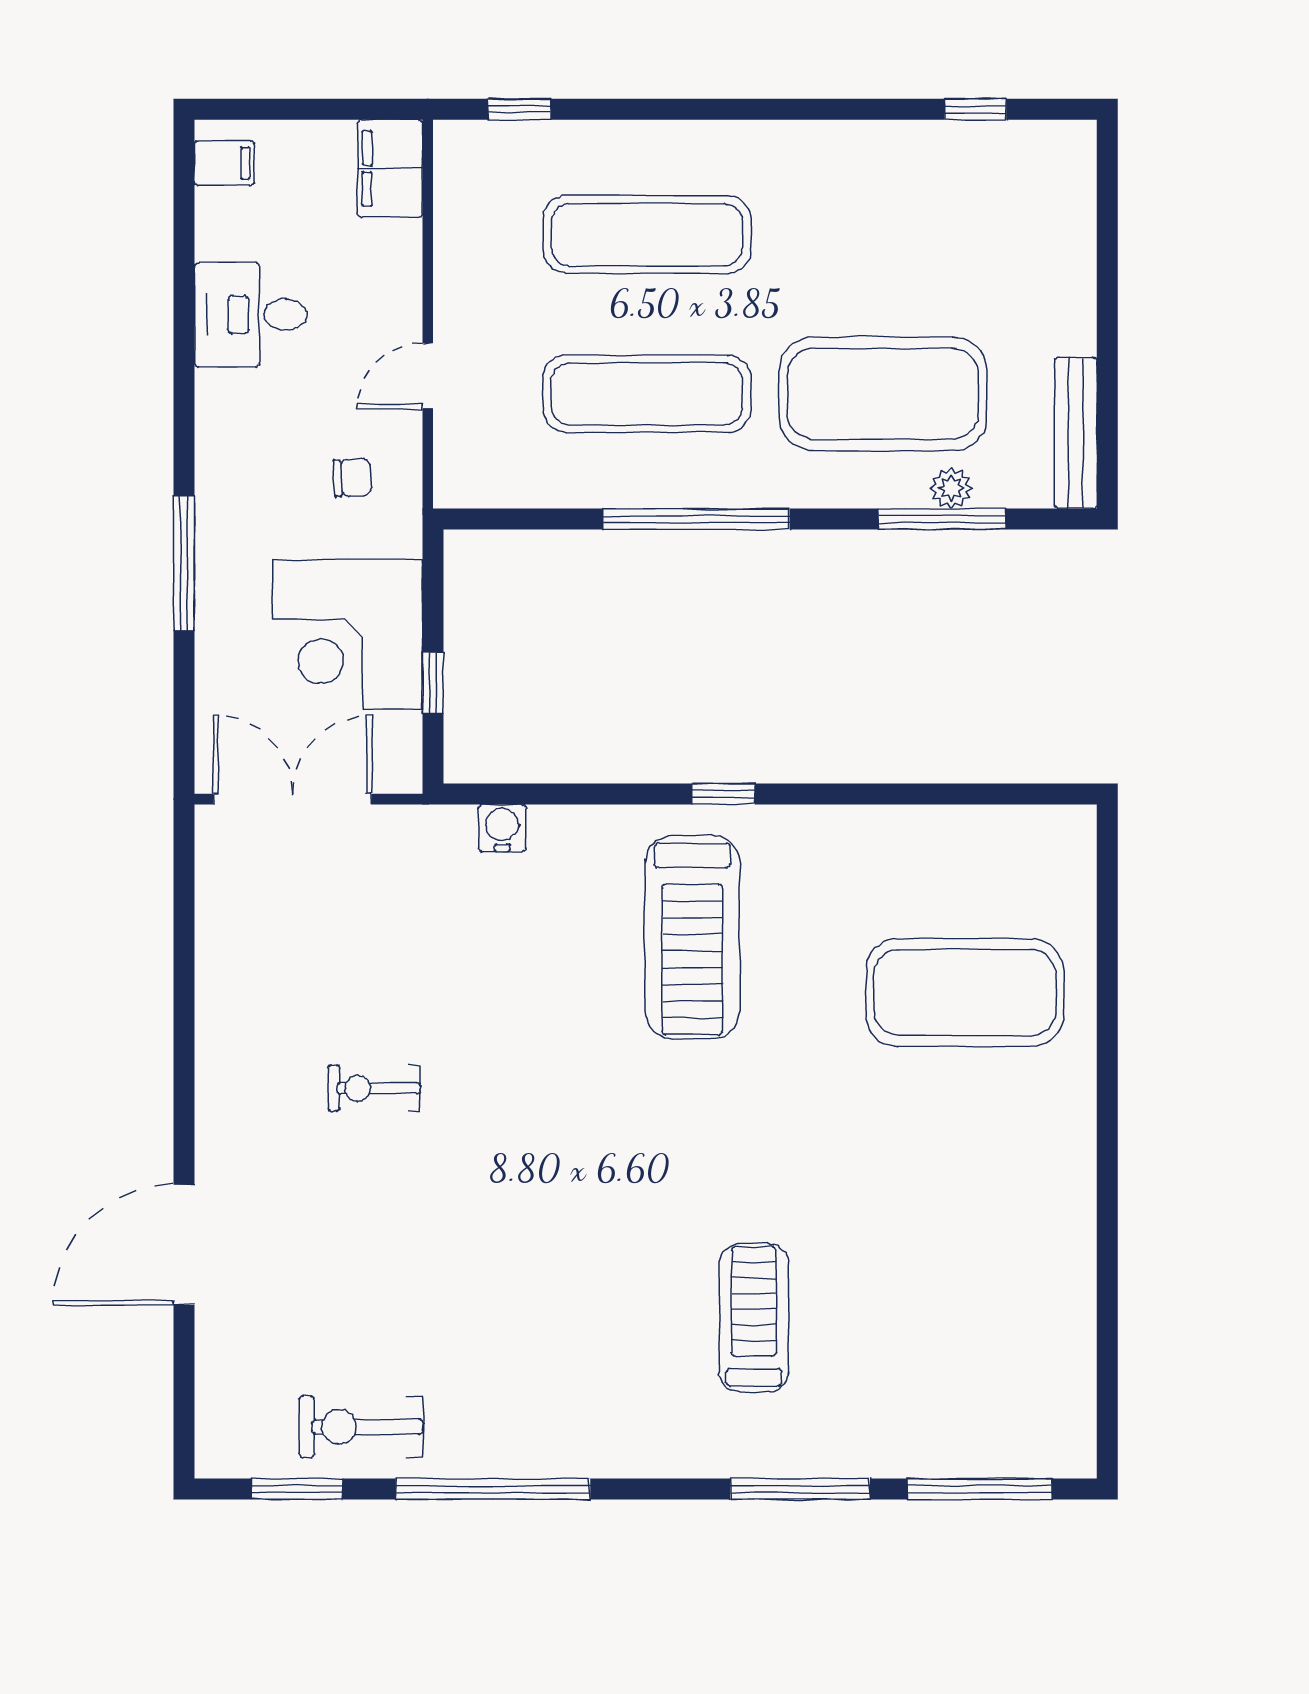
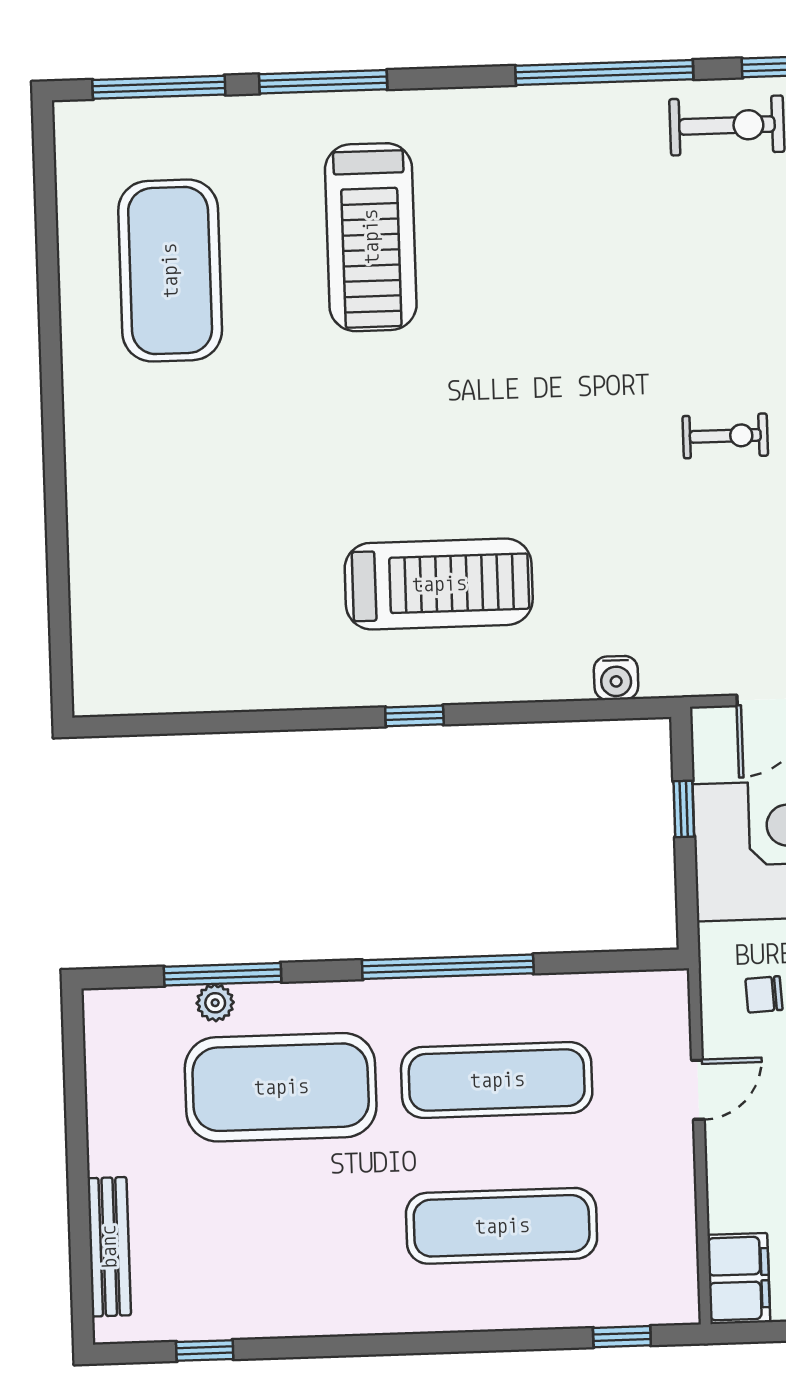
bench: (1076, 433) -> (109, 1247), moved
treadmill: (692, 937) -> (439, 584), turned 90
exercise mat: (965, 992) -> (170, 271), moved, turned 90
treadmill: (754, 1318) -> (371, 237), width x1.37, depth x1.38

